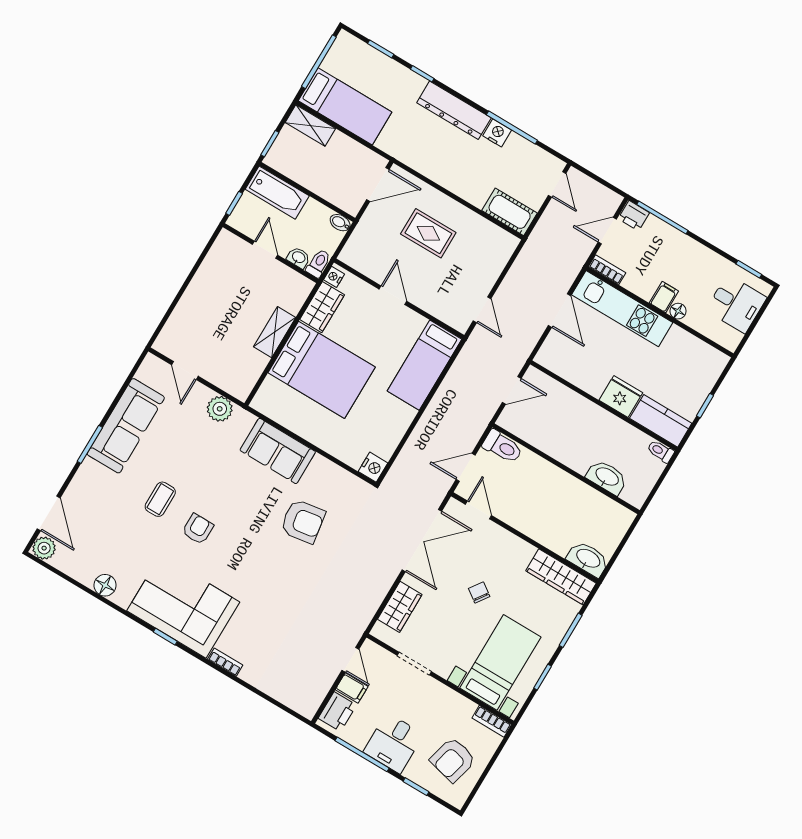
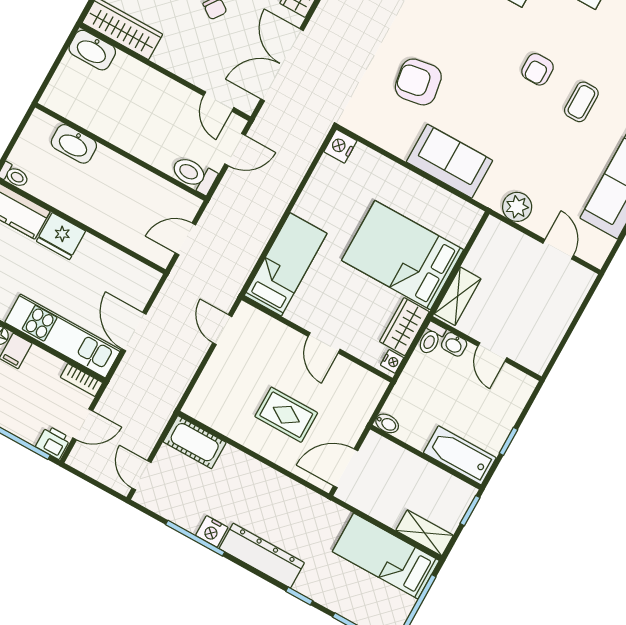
door: (265, 250) -> (492, 352), moved
wall: (271, 253) -> (486, 348), moved
washbasin: (298, 258) -> (454, 344), moved
toilet: (318, 263) -> (431, 338), moved

